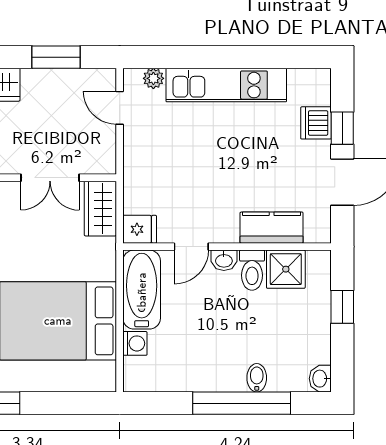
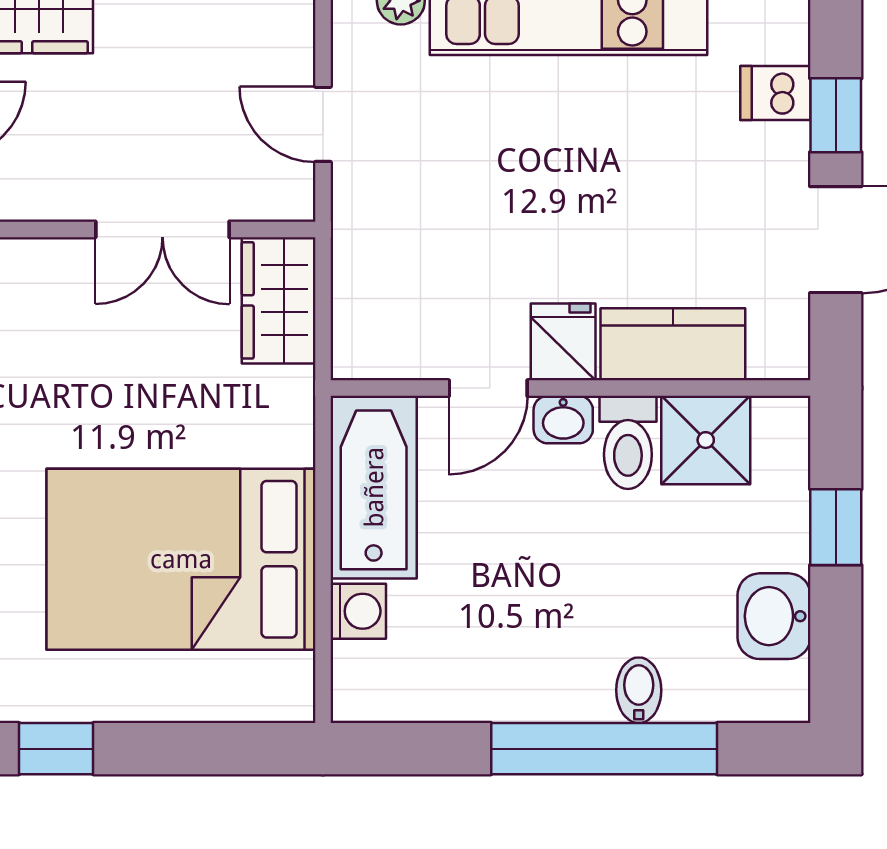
door: (120, 108) -> (323, 124), moved
dishwasher: (316, 123) -> (775, 93), width x0.73
fridge: (140, 229) -> (563, 342), moved, turned -90
washbasin: (320, 379) -> (774, 616), moved, width x1.38, depth x1.45

